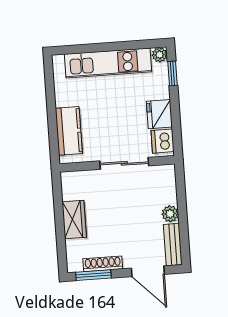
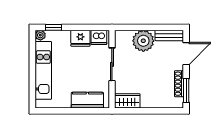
plant: (170, 214) -> (143, 41), width x1.88, depth x1.88
wardrobe: (74, 220) -> (127, 101), moved

